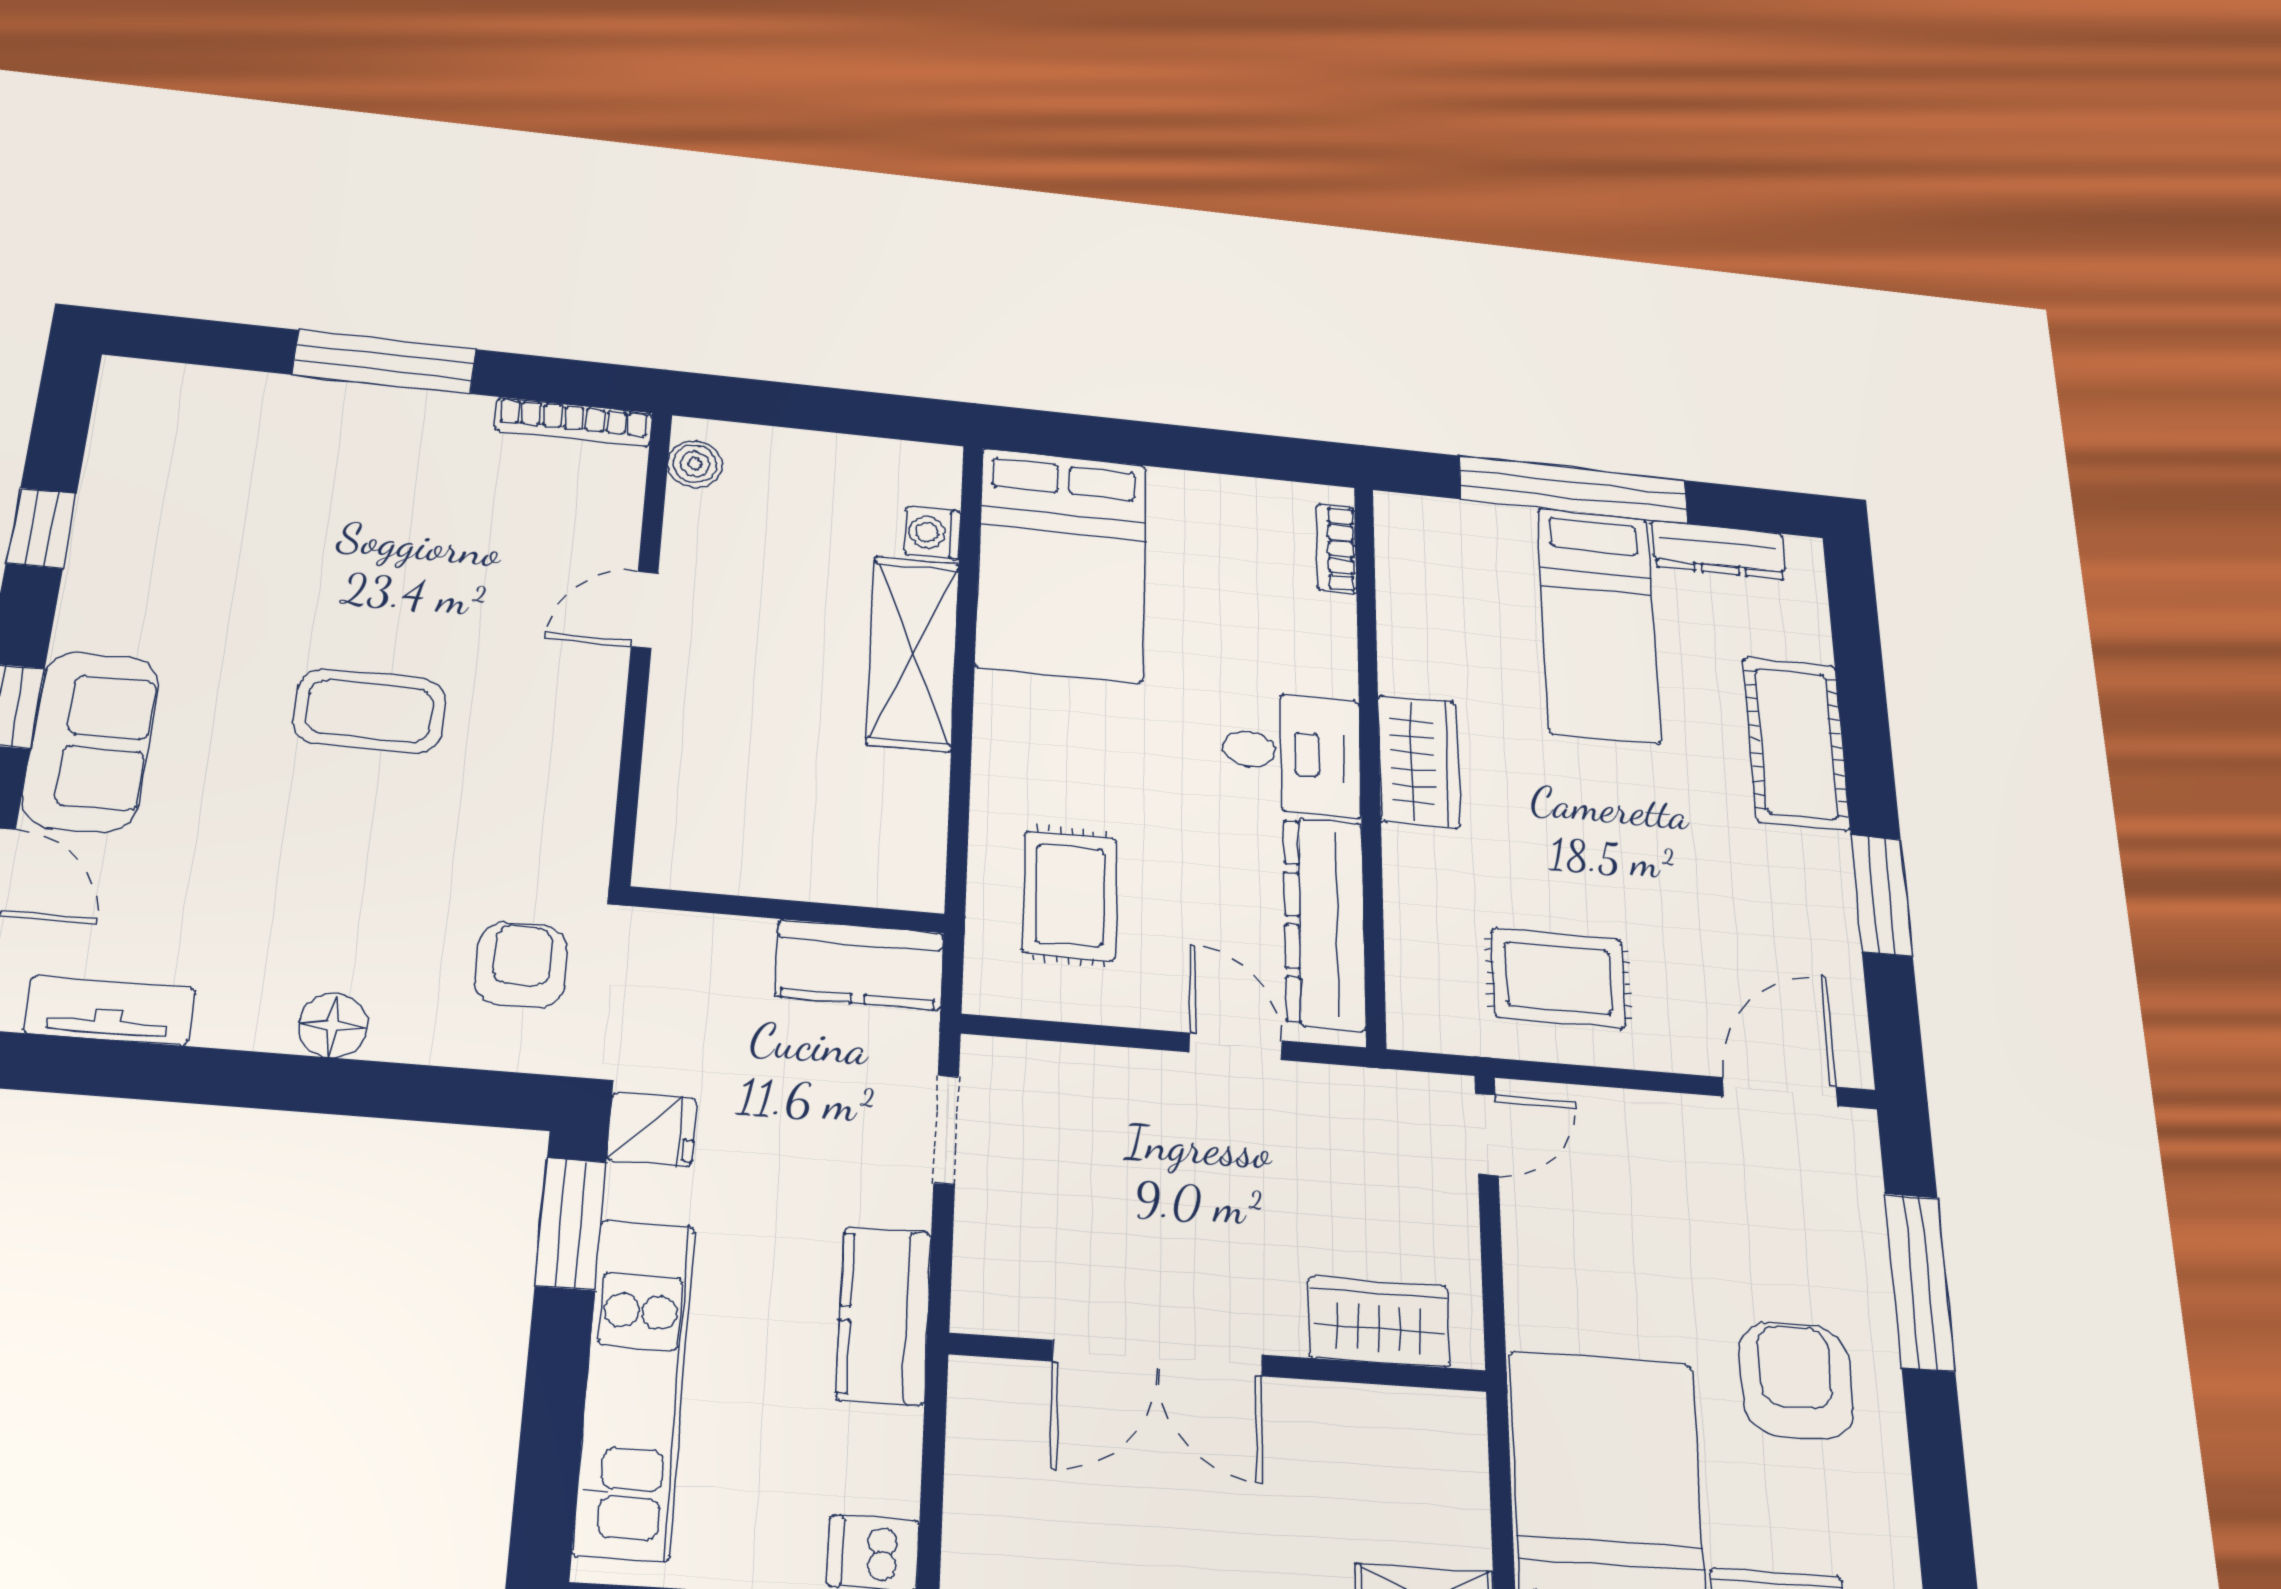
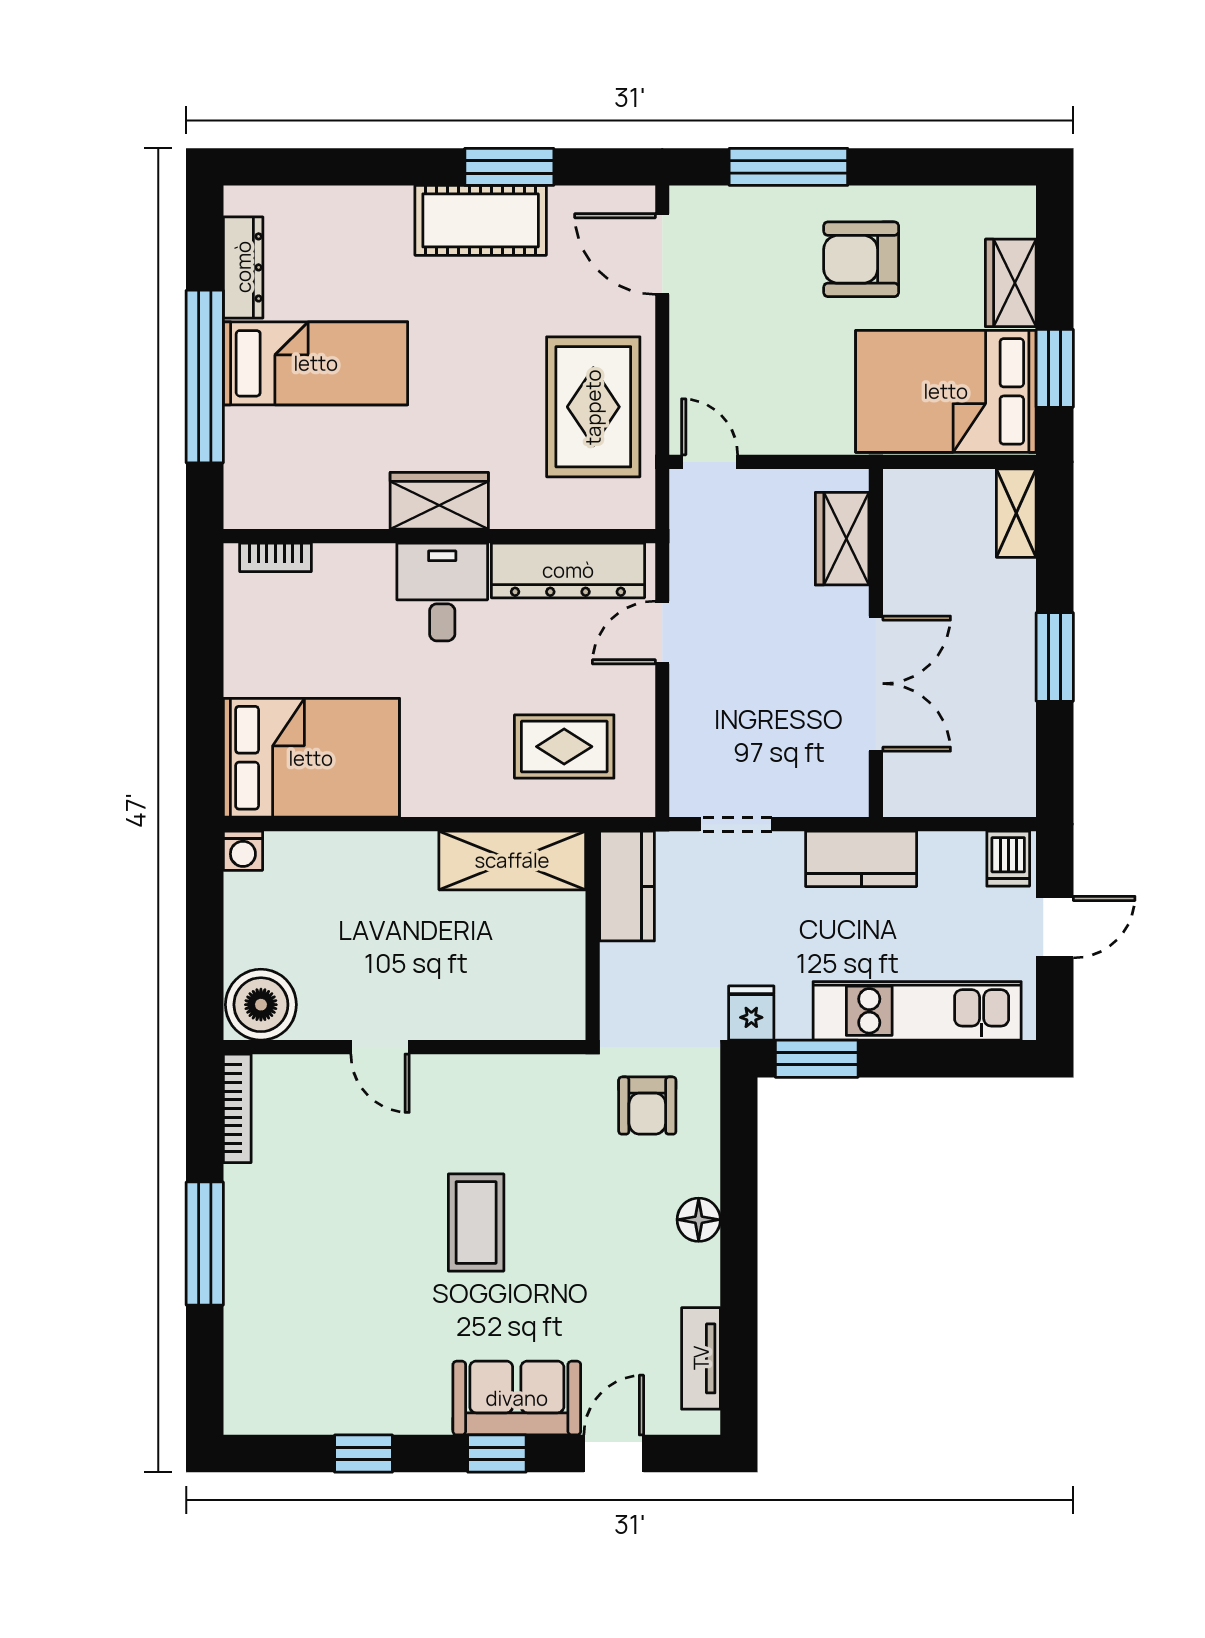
boiler: (695, 464) -> (261, 1005), width x1.86, depth x1.86
washing machine: (932, 533) -> (243, 851), moved
shelving: (913, 653) -> (512, 860), moved
cot: (1796, 743) -> (481, 220), moved
armchair: (521, 965) -> (647, 1106), turned -90
rug: (1559, 978) -> (593, 407), width x1.36, depth x1.43

